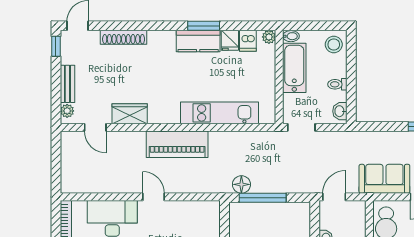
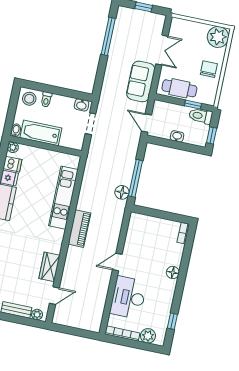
toilet: (337, 84) -> (46, 99), moved
doorway: (301, 127) -> (91, 124), moved
piano: (177, 144) -> (79, 229), width x0.73, depth x0.75

